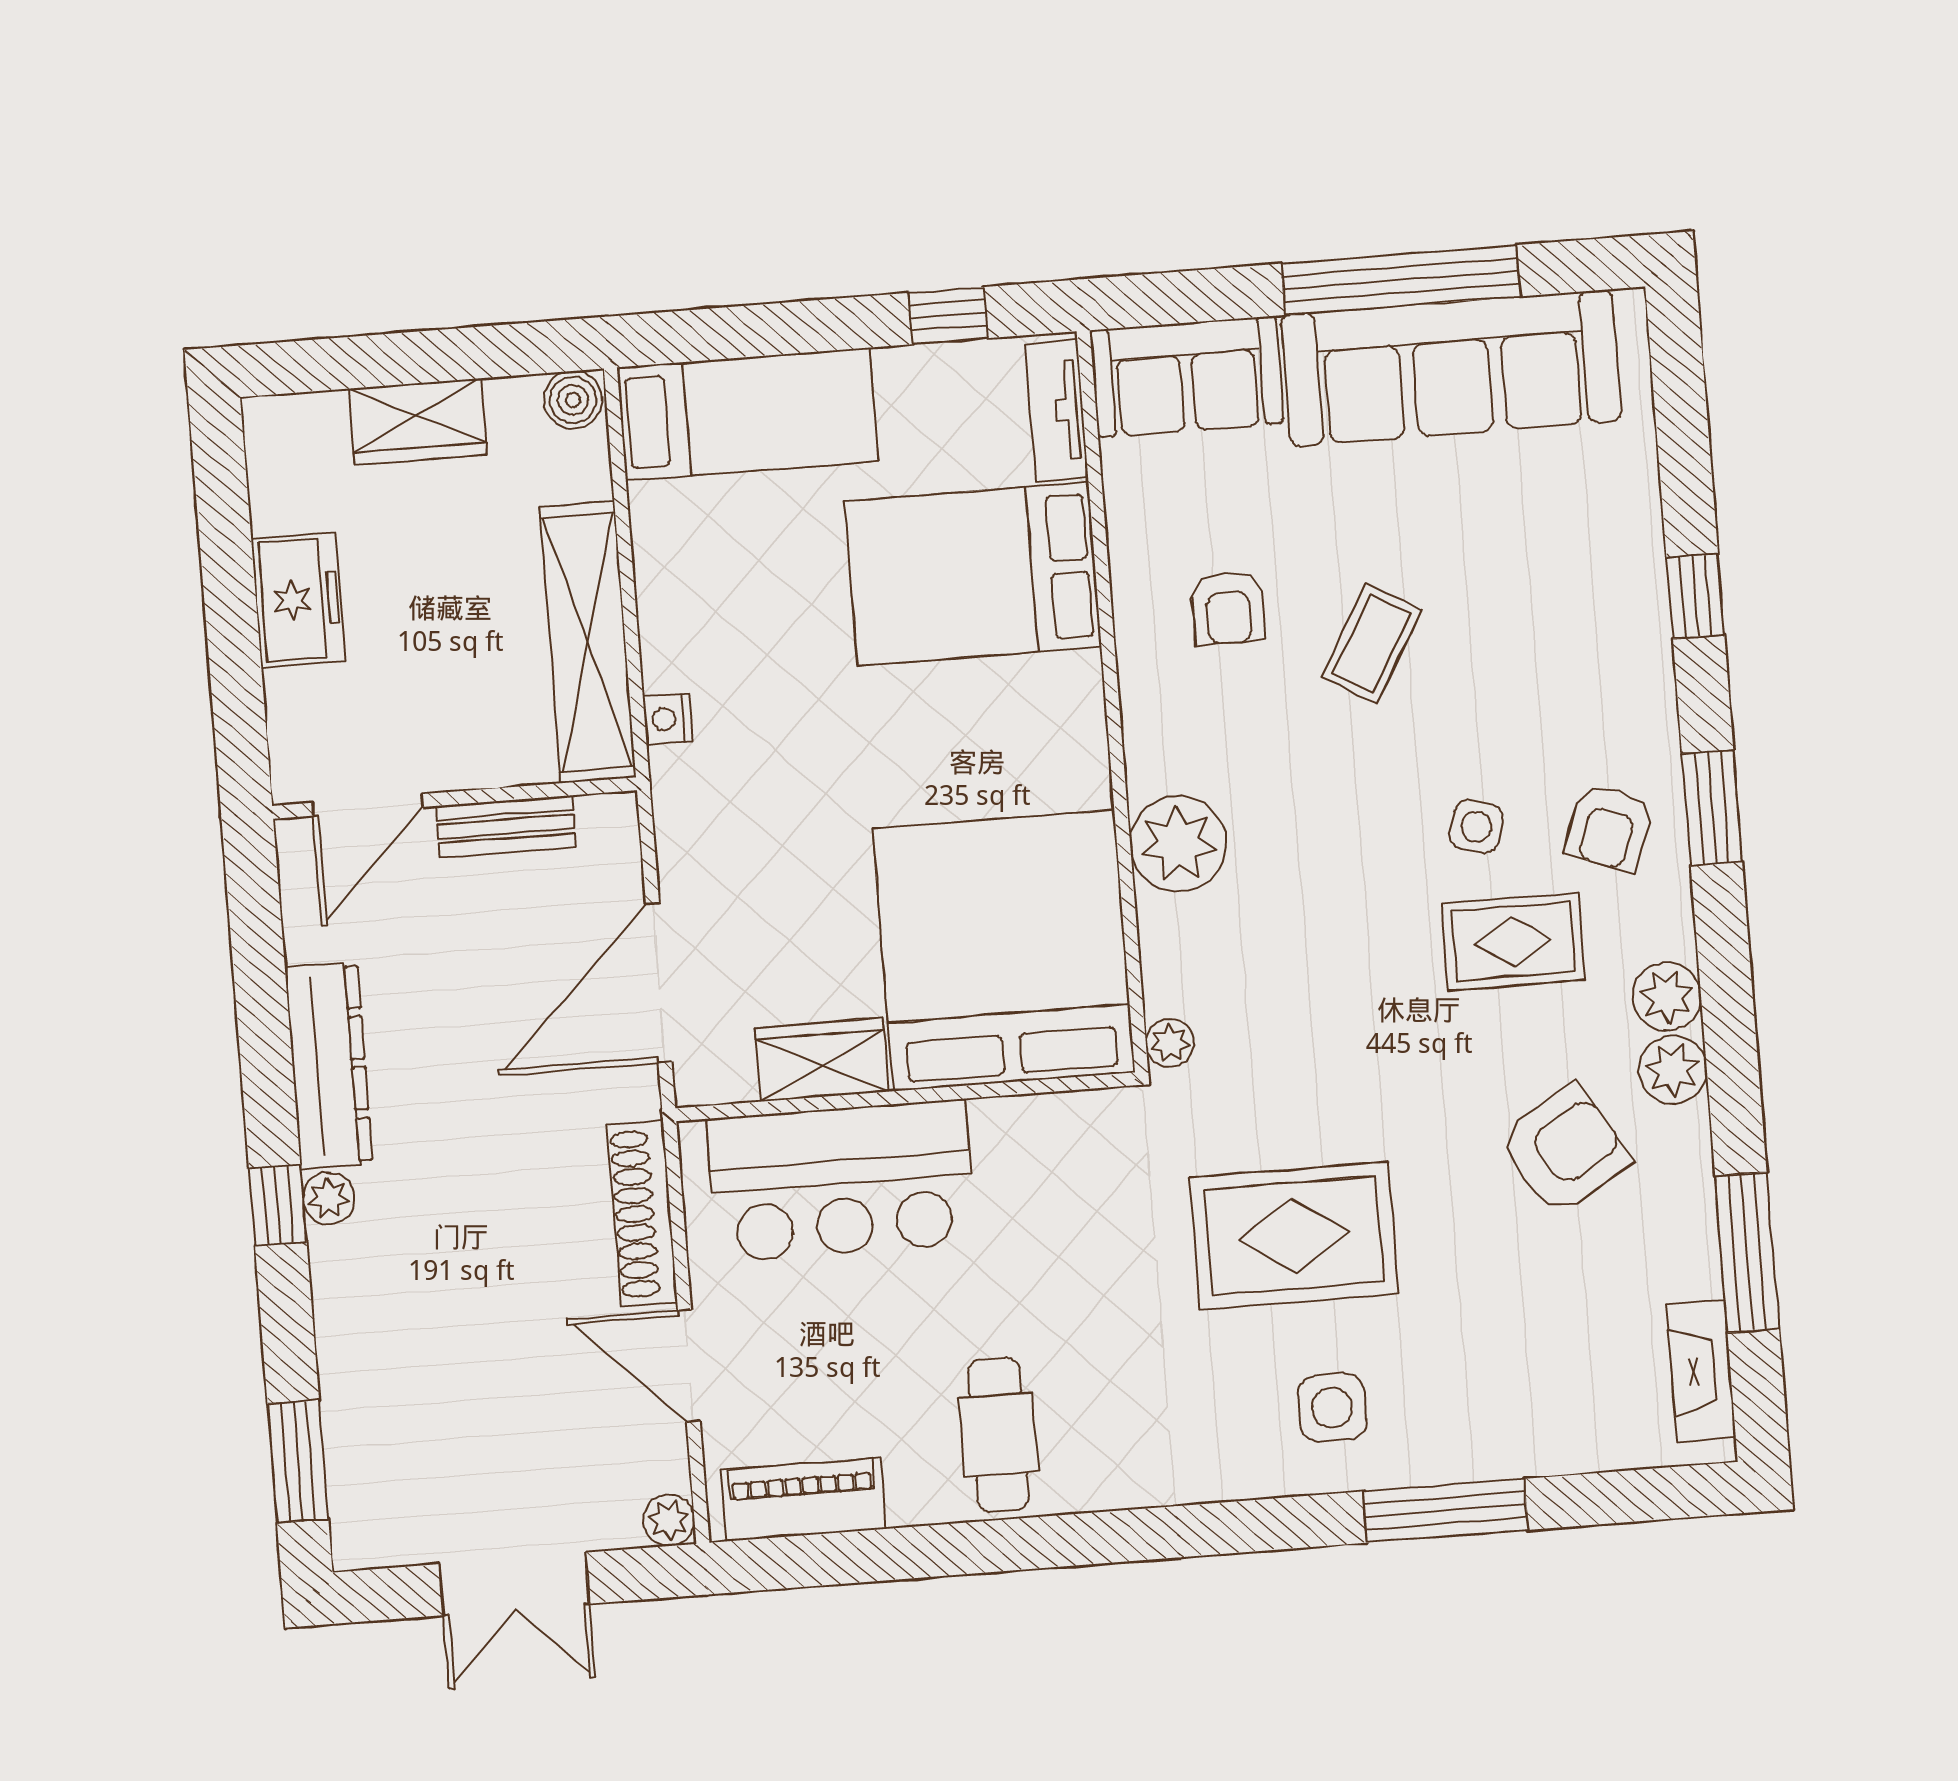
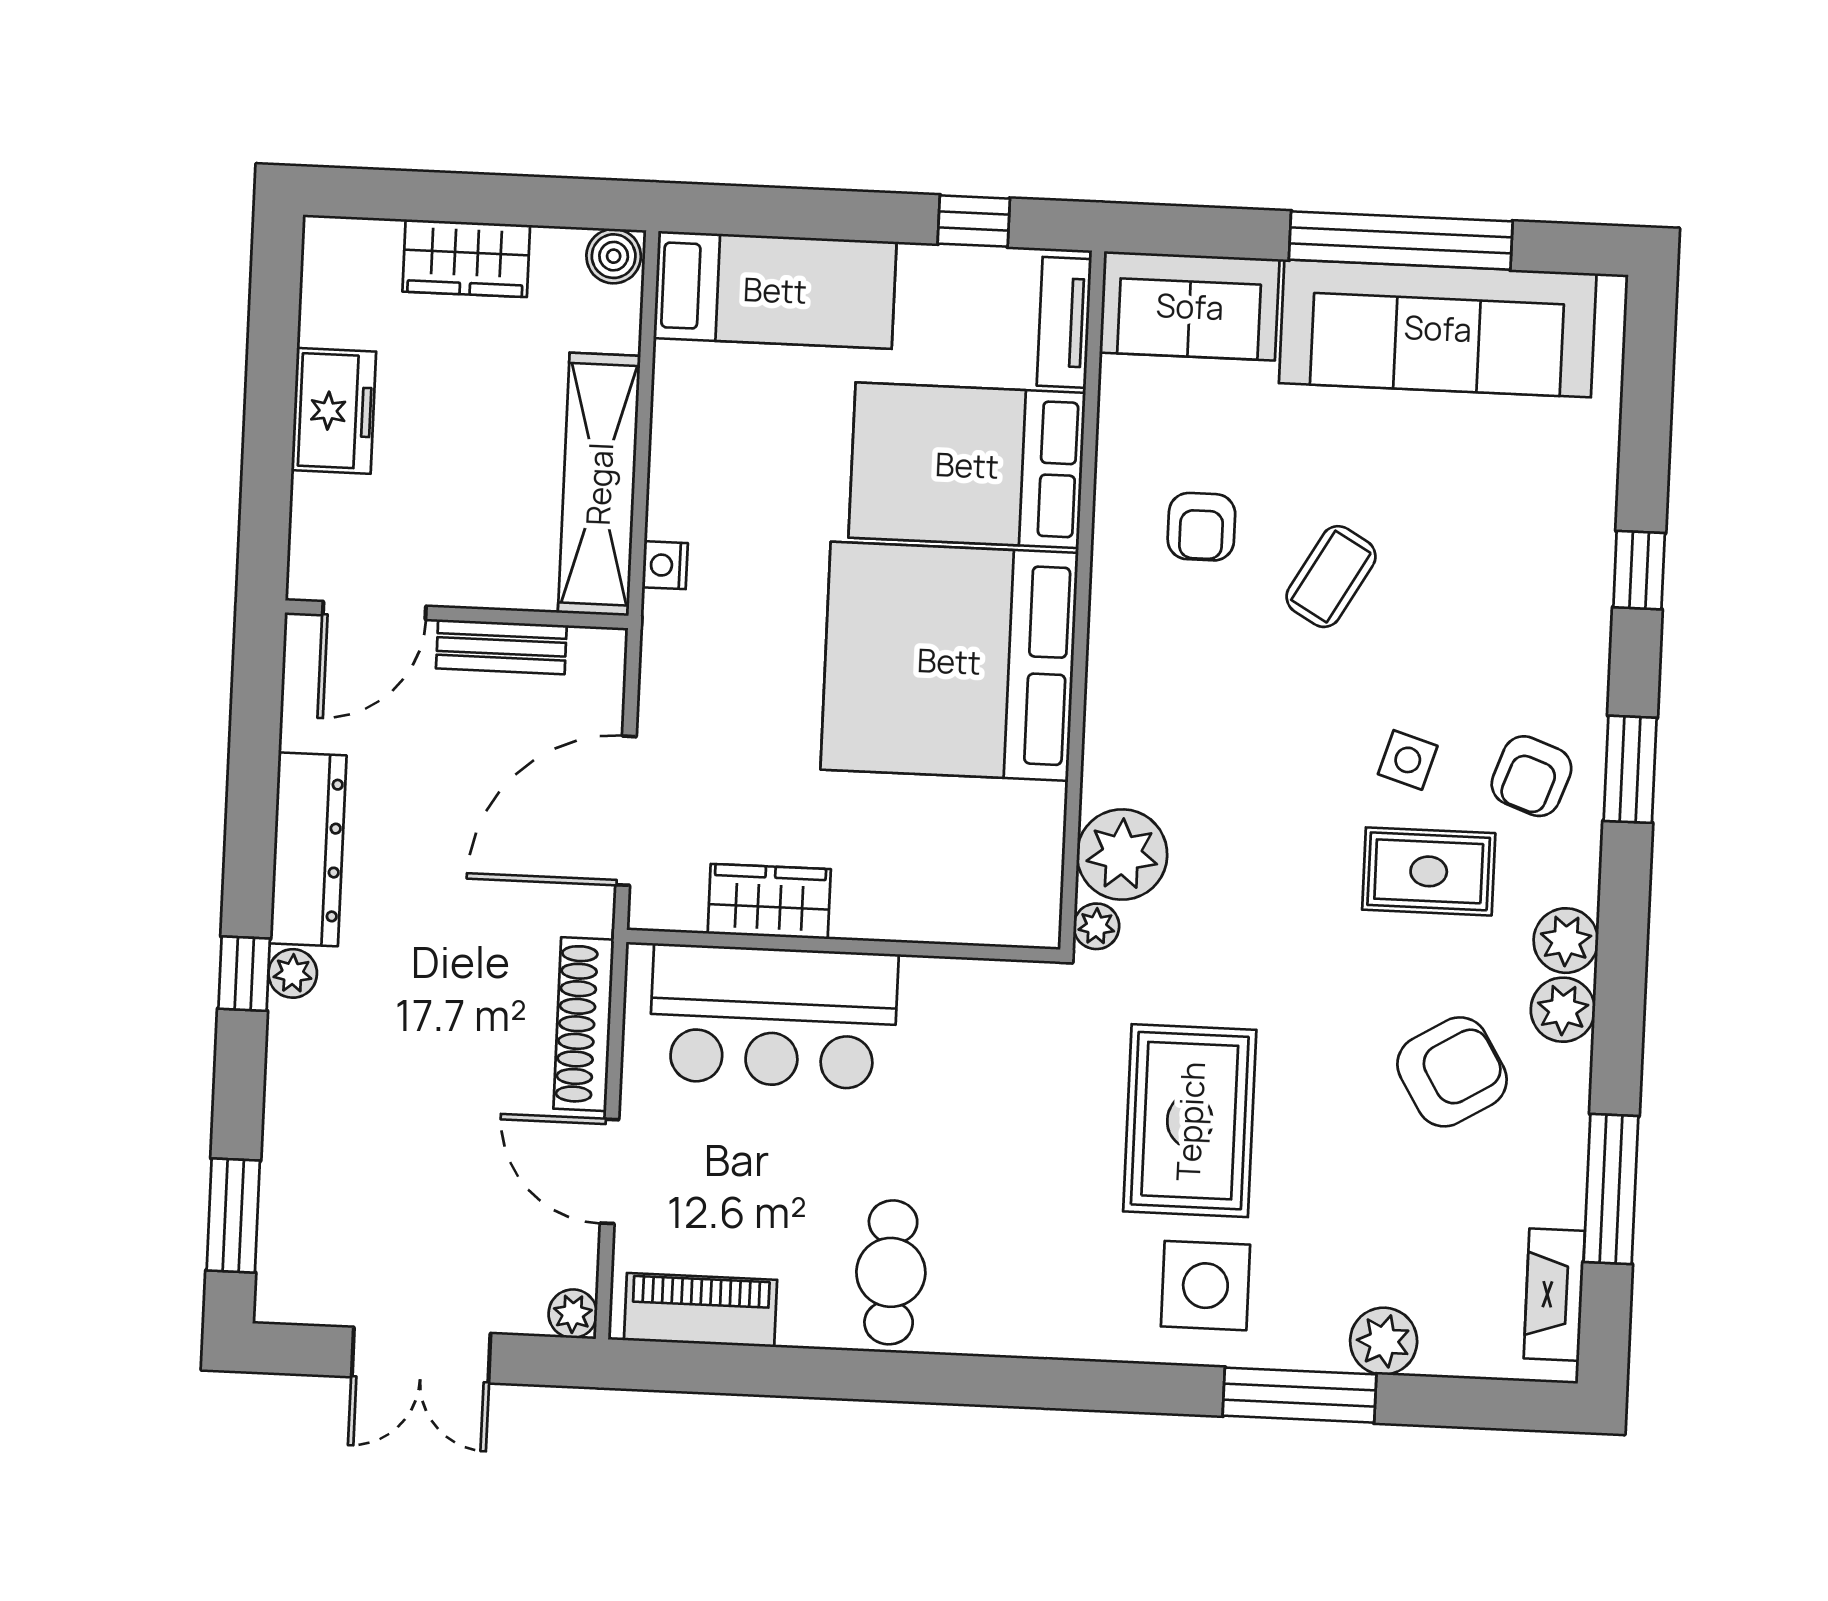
plant: (1178, 844) -> (1122, 855), moved
bed: (1004, 950) -> (949, 661), moved, turned -90
rug: (1294, 1236) -> (1190, 1121), turned 90
side table: (1332, 1408) -> (1205, 1286), width x1.37, depth x1.37
plant: (1527, 1443) -> (1384, 1341), added

